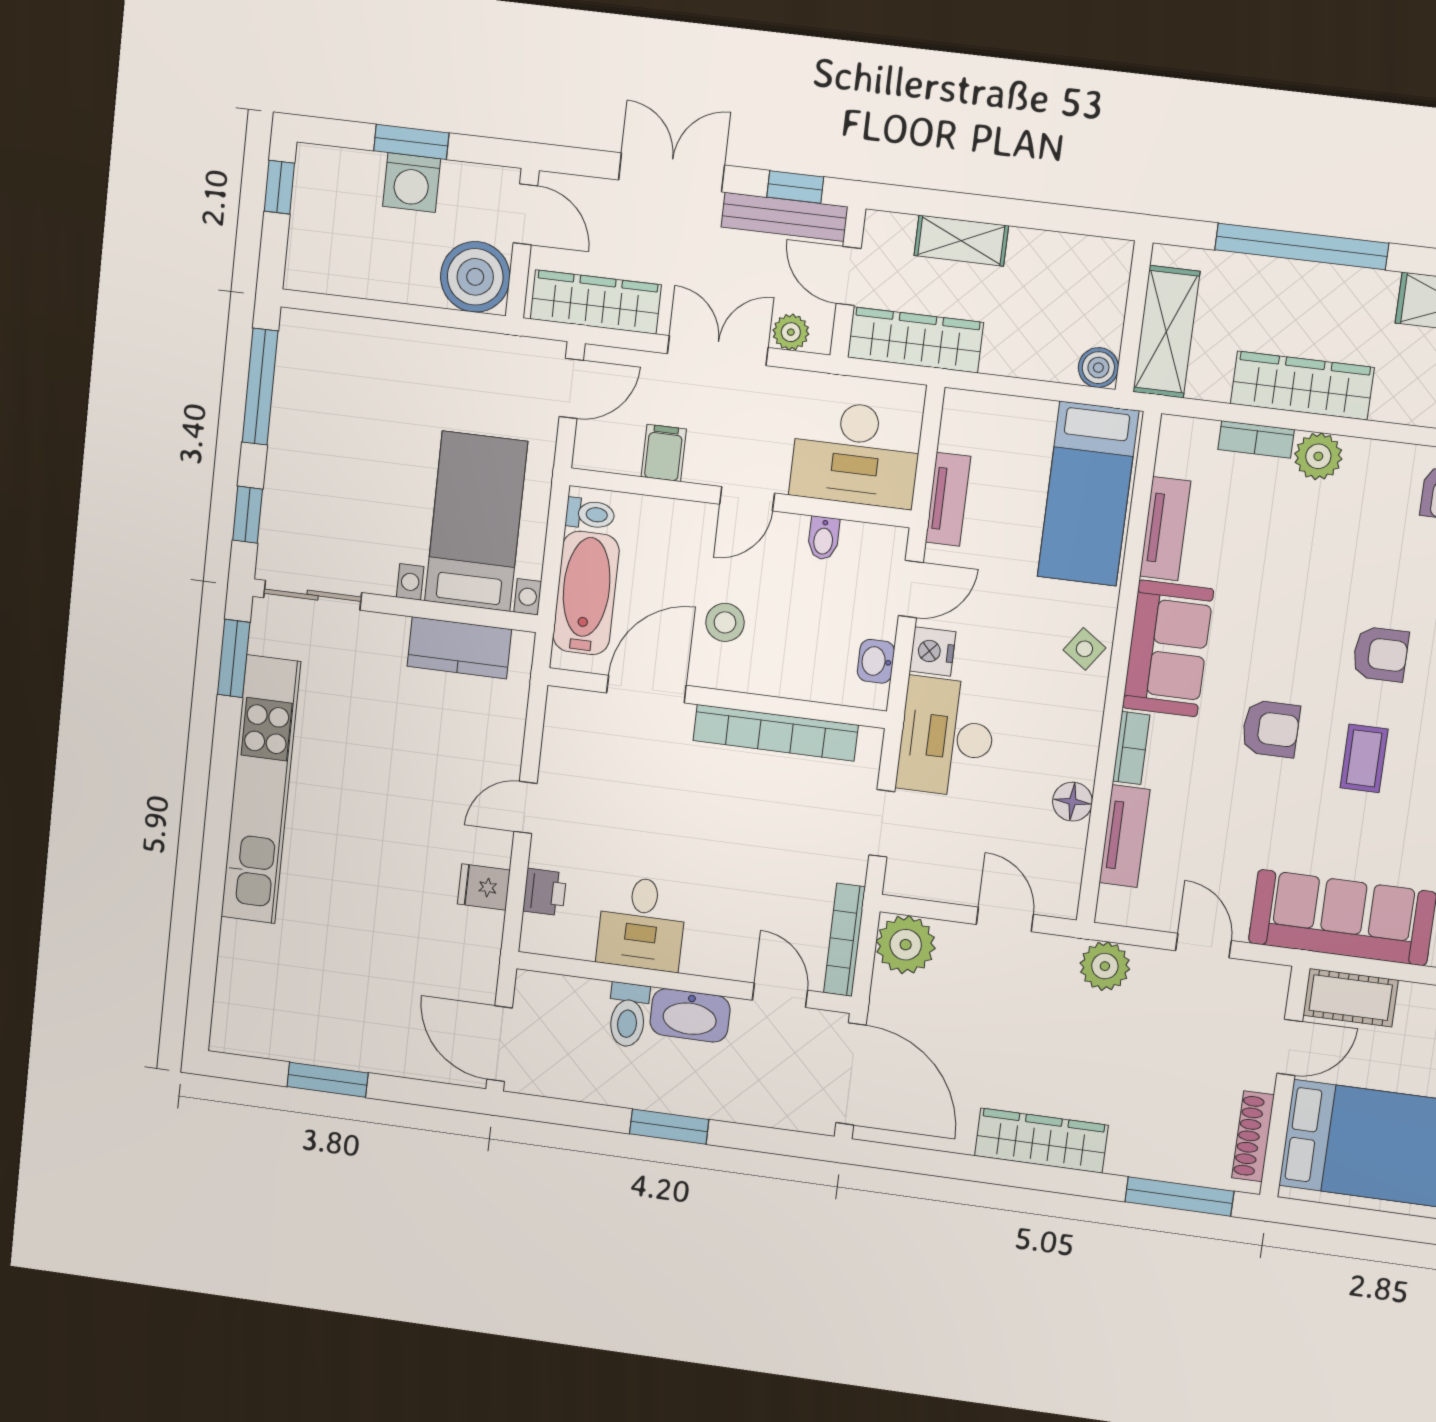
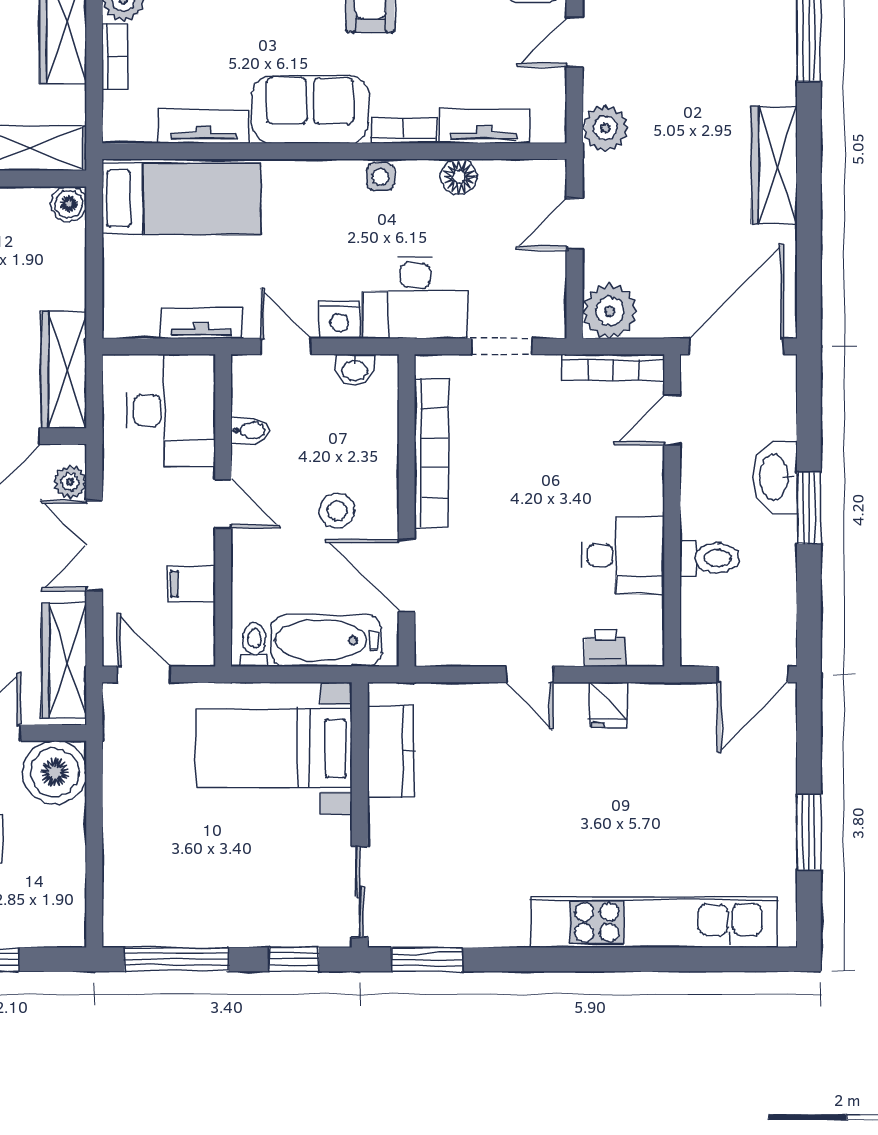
side table: (1084, 649) -> (381, 177), moved, turned -35
kitchen unit: (261, 790) -> (654, 922), moved
washbasin: (690, 1015) -> (775, 477), moved, turned 180

